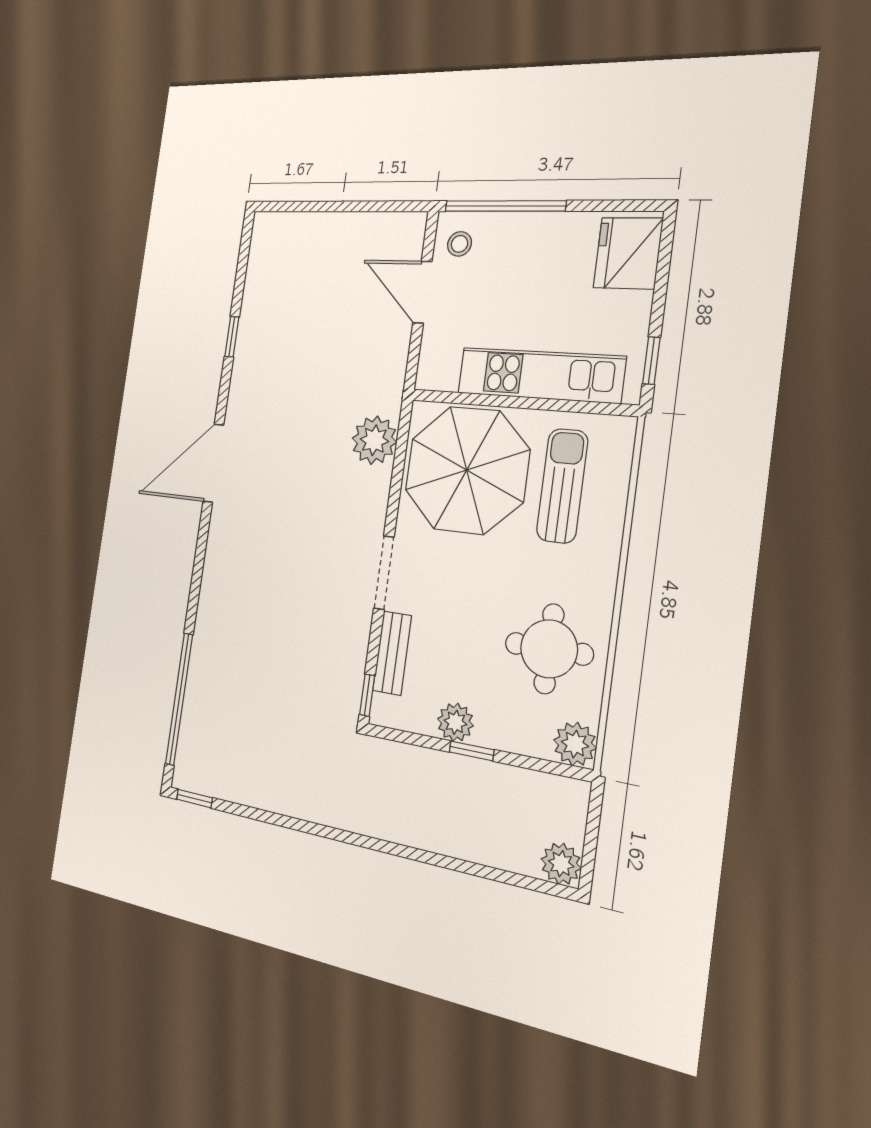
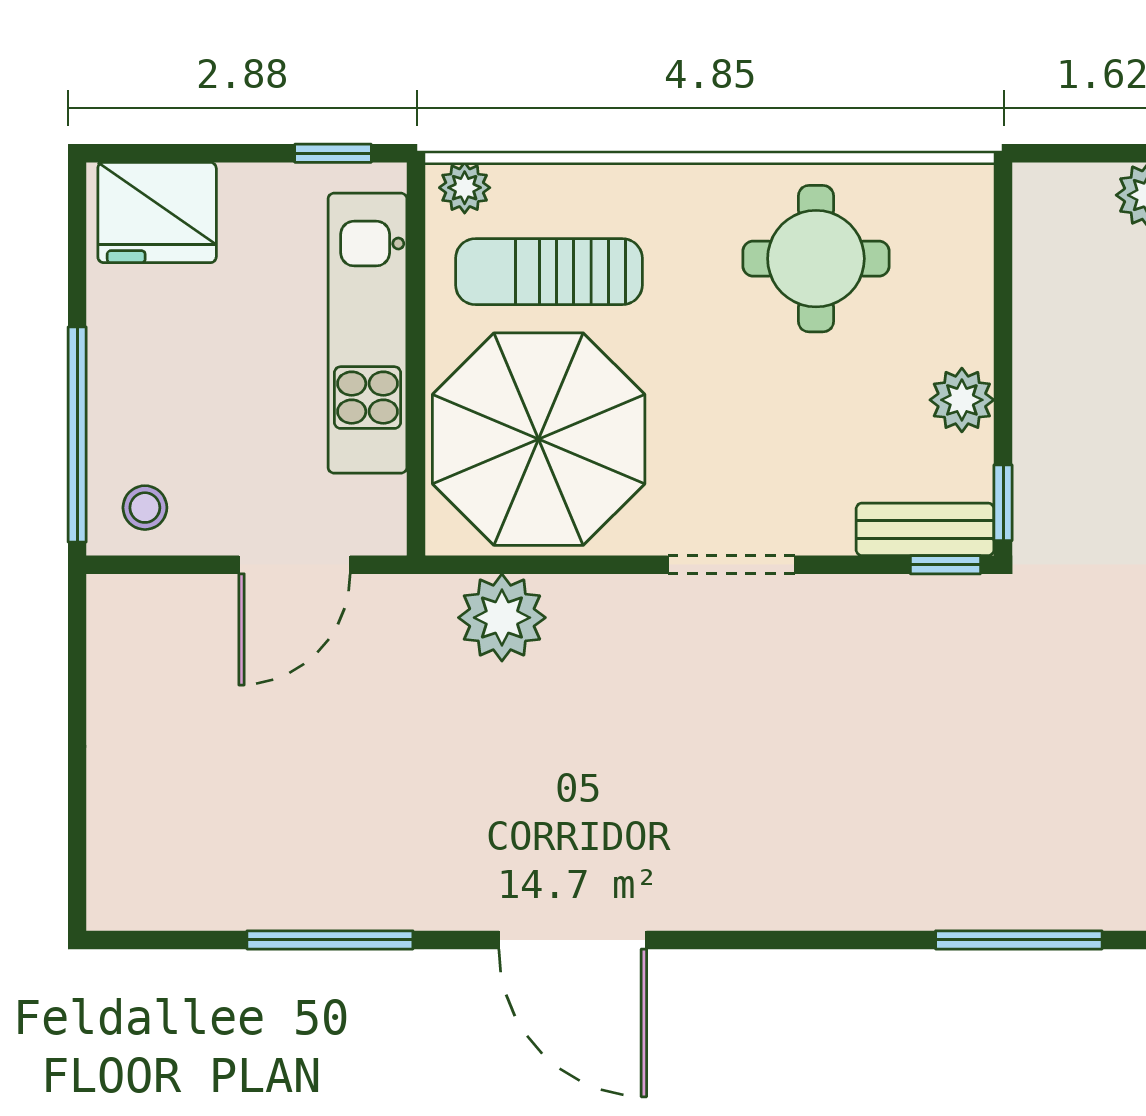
door: (422, 292) -> (294, 565), moved
window: (232, 337) -> (330, 940), width x2.17
bench: (392, 653) -> (925, 529), moved
window: (179, 699) -> (1019, 940), width x0.68
plant: (575, 744) -> (465, 188), moved, width x0.73, depth x0.73
window: (472, 751) -> (1003, 503), moved

